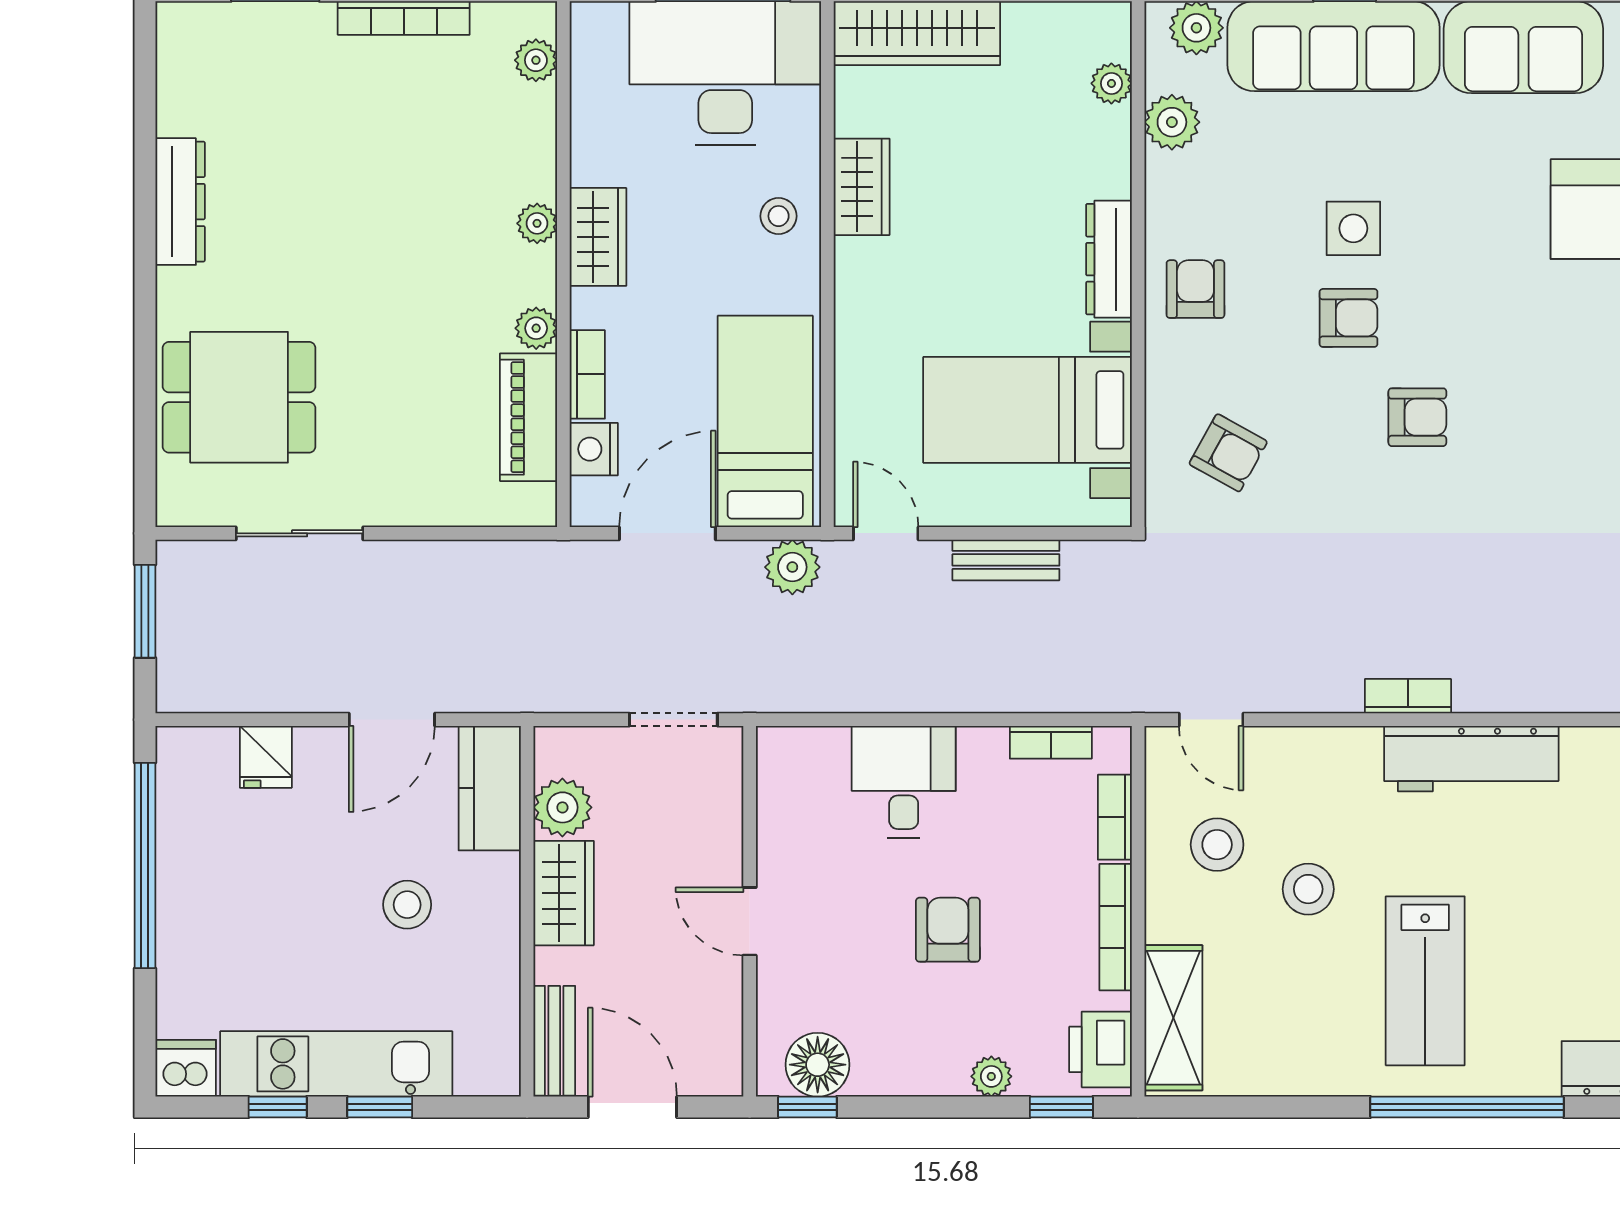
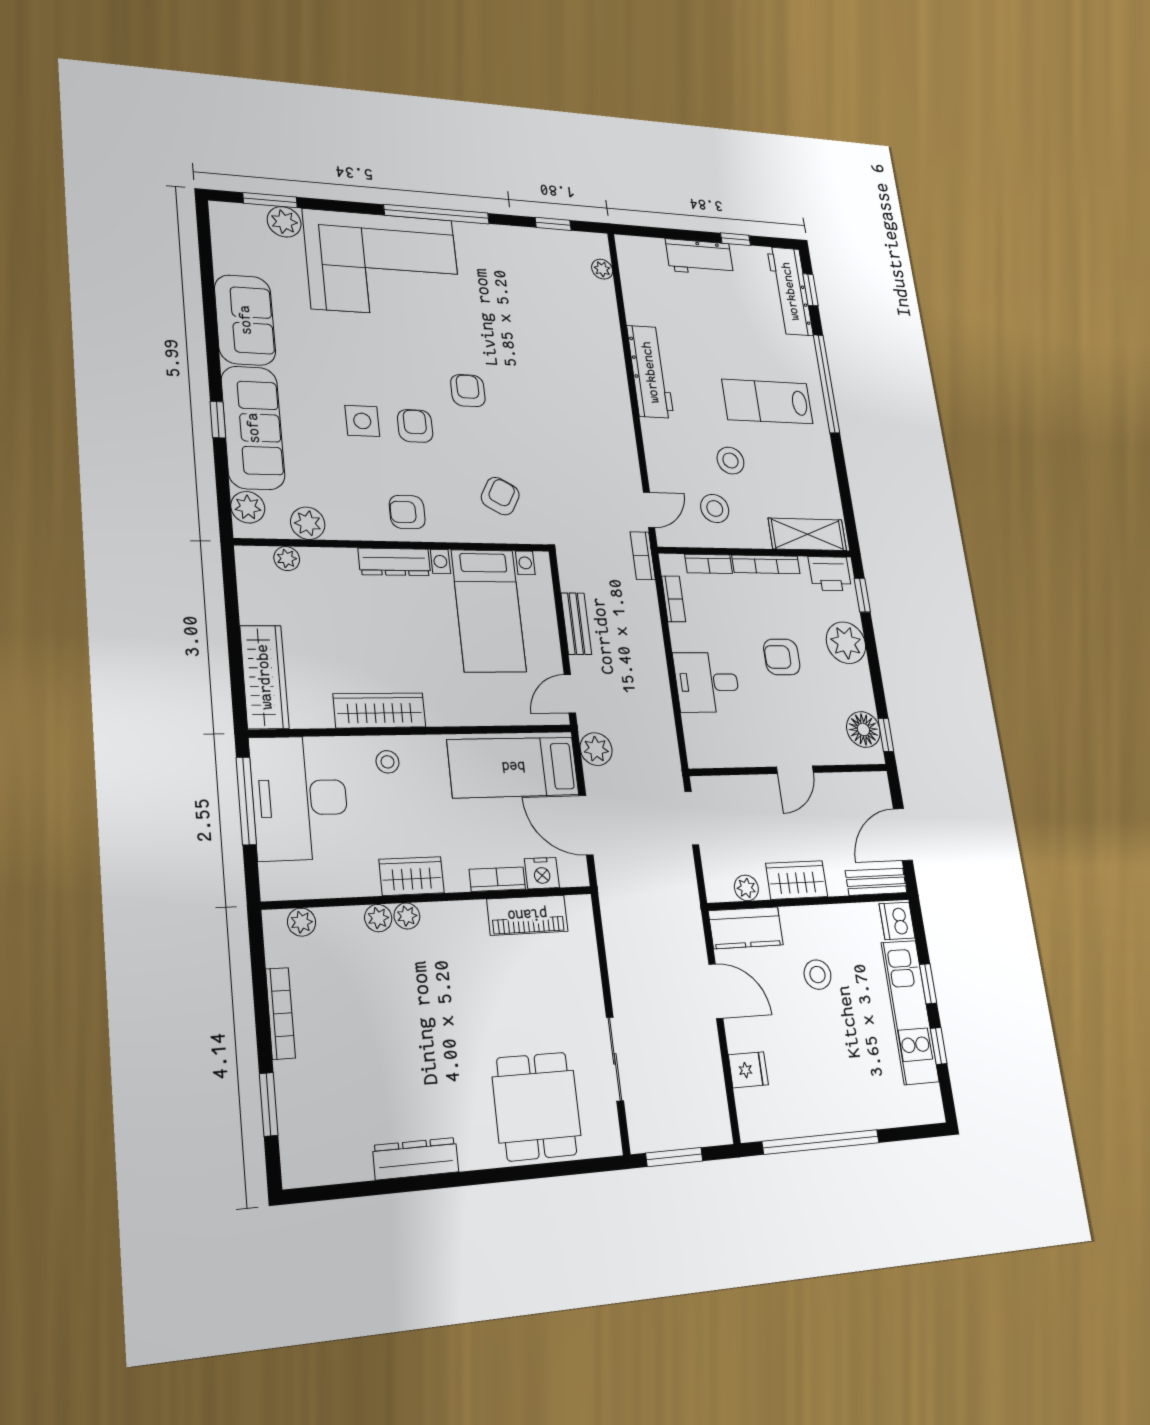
wardrobe: (862, 187) -> (379, 710), width x1.50
plant: (536, 328) -> (378, 918), moved
bookcase: (1408, 696) -> (643, 556), moved
plant: (562, 807) -> (746, 888), width x0.73, depth x0.73
lab bench: (1425, 981) -> (768, 402), turned 180
dishwasher: (186, 1068) -> (897, 921), moved
plant: (991, 1076) -> (846, 643), width x1.88, depth x1.88

